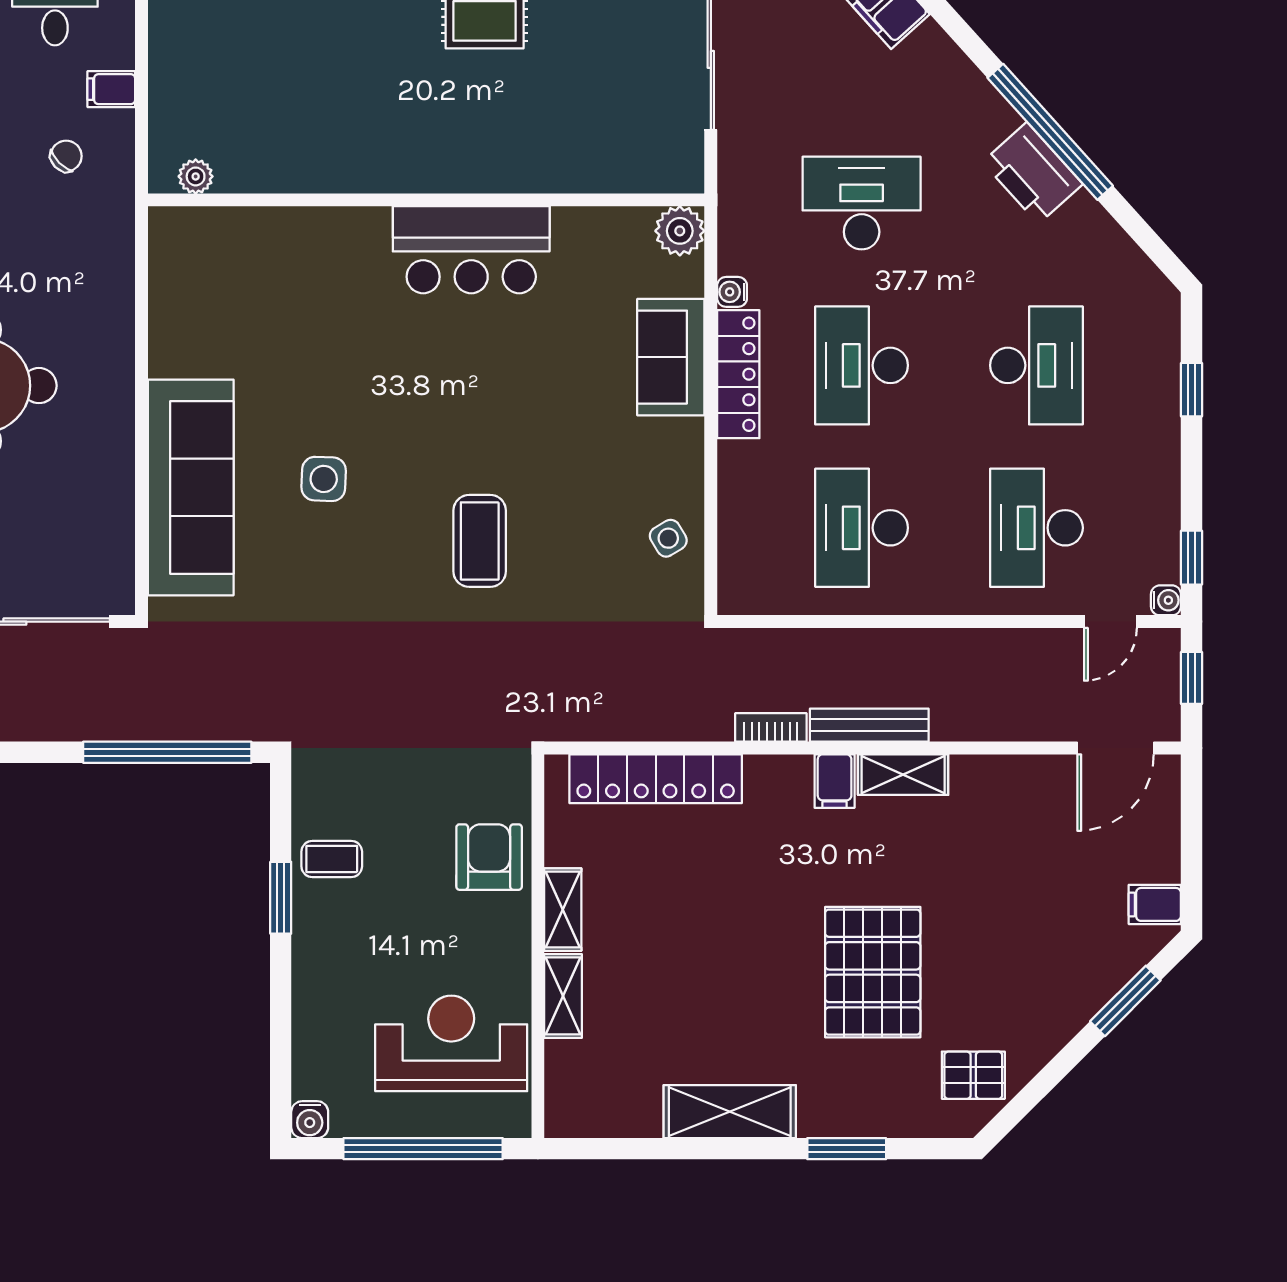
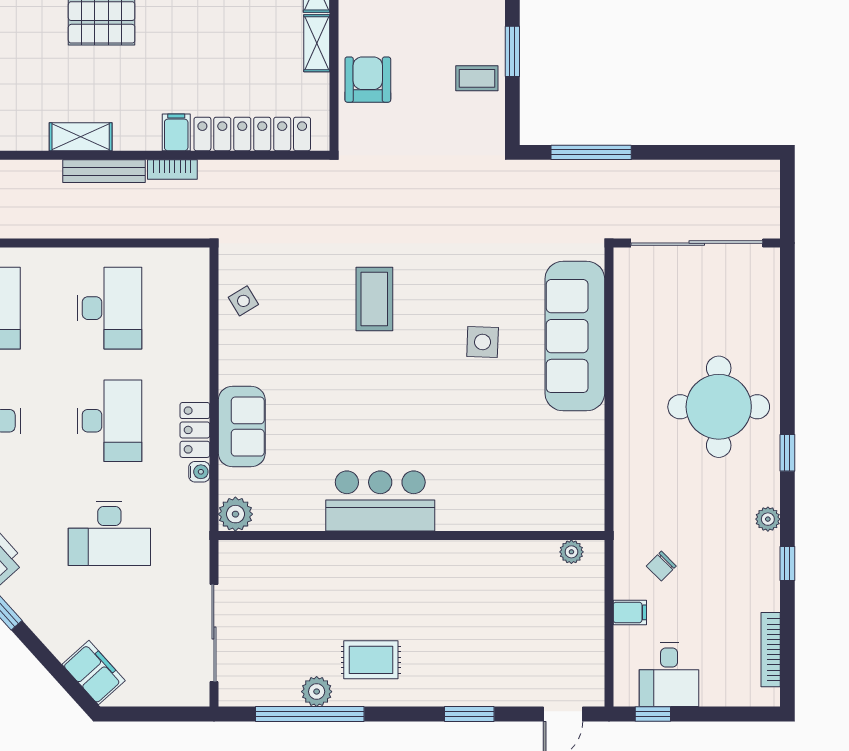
locker: (738, 374) -> (195, 430), width x0.66
window: (167, 752) -> (591, 152), width x0.68
filing cabinet: (835, 781) -> (176, 132), moved
armchair: (489, 857) -> (368, 80), turned 180

